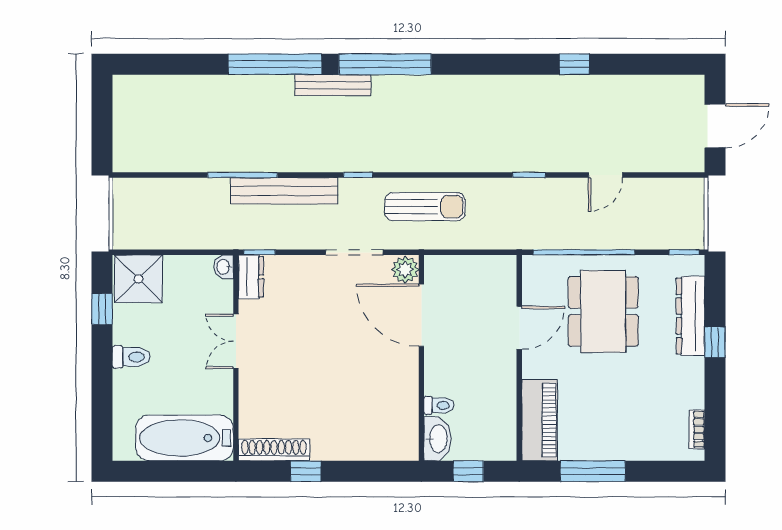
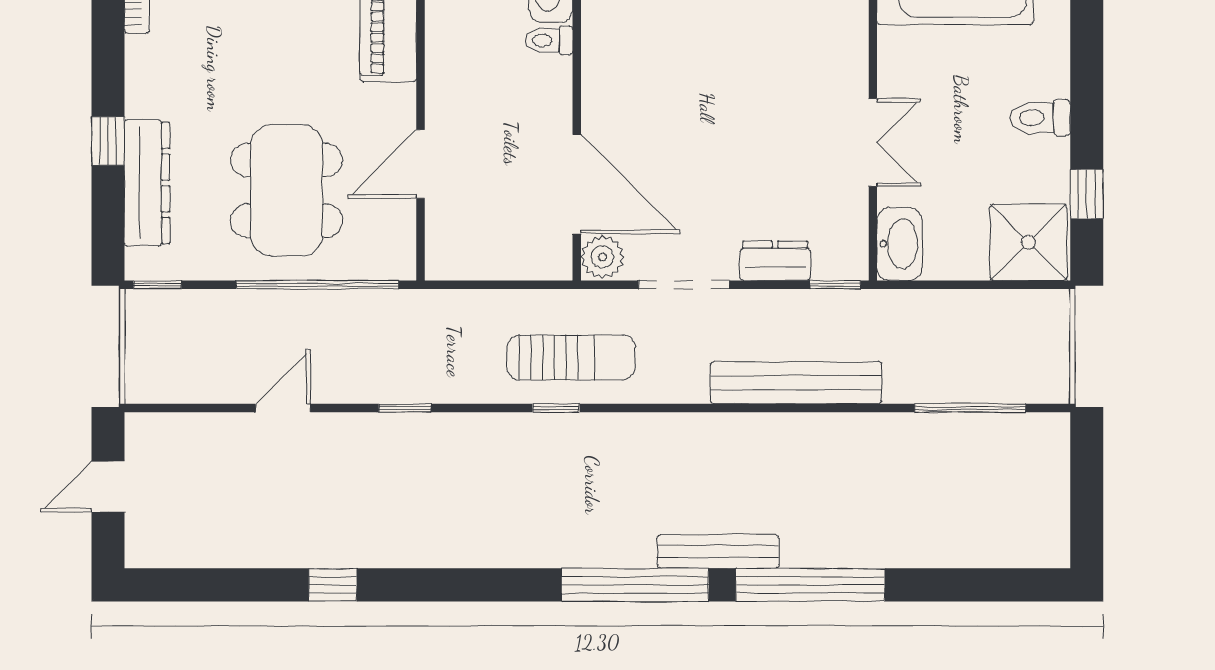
door: (715, 126) -> (108, 487), width x0.73
window: (242, 175) -> (970, 408), moved
window: (358, 175) -> (556, 408), moved
sun lounger: (425, 207) -> (571, 357), turned 180
washbasin: (224, 267) -> (899, 244), width x1.91, depth x1.45
dresser: (251, 277) -> (775, 261), moved, turned 90

